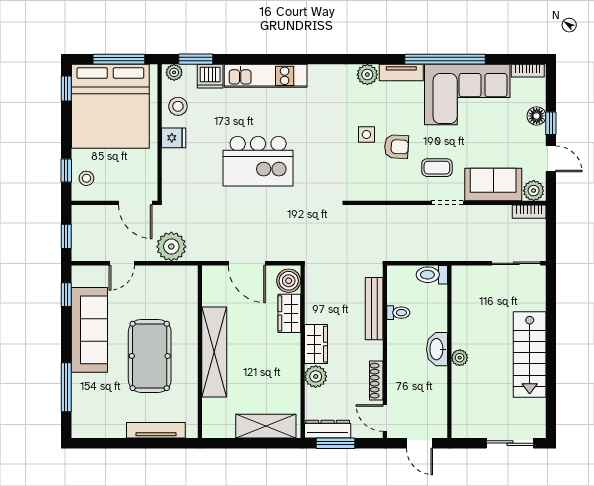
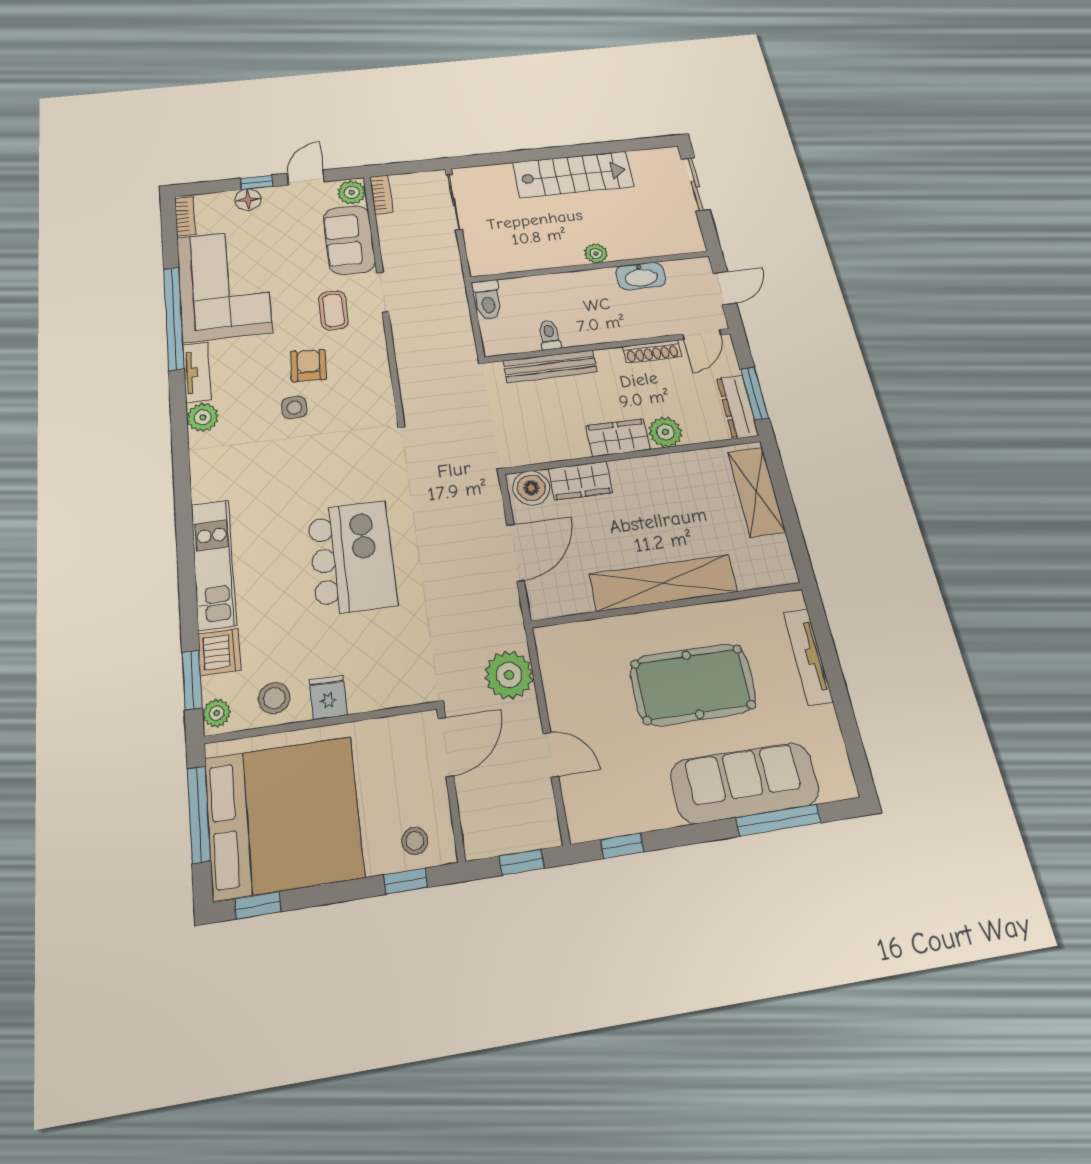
sofa: (89, 330) -> (745, 783), moved
washbasin: (437, 349) -> (641, 276), moved

